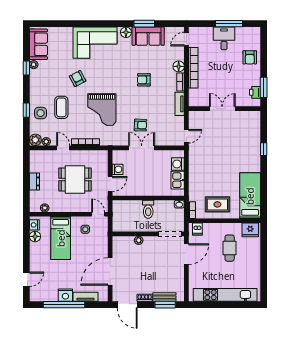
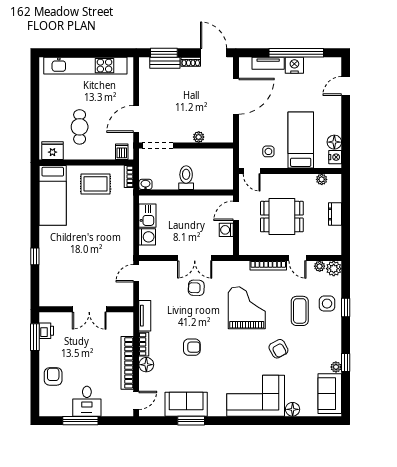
floor lamp: (126, 32) -> (293, 409), moved

